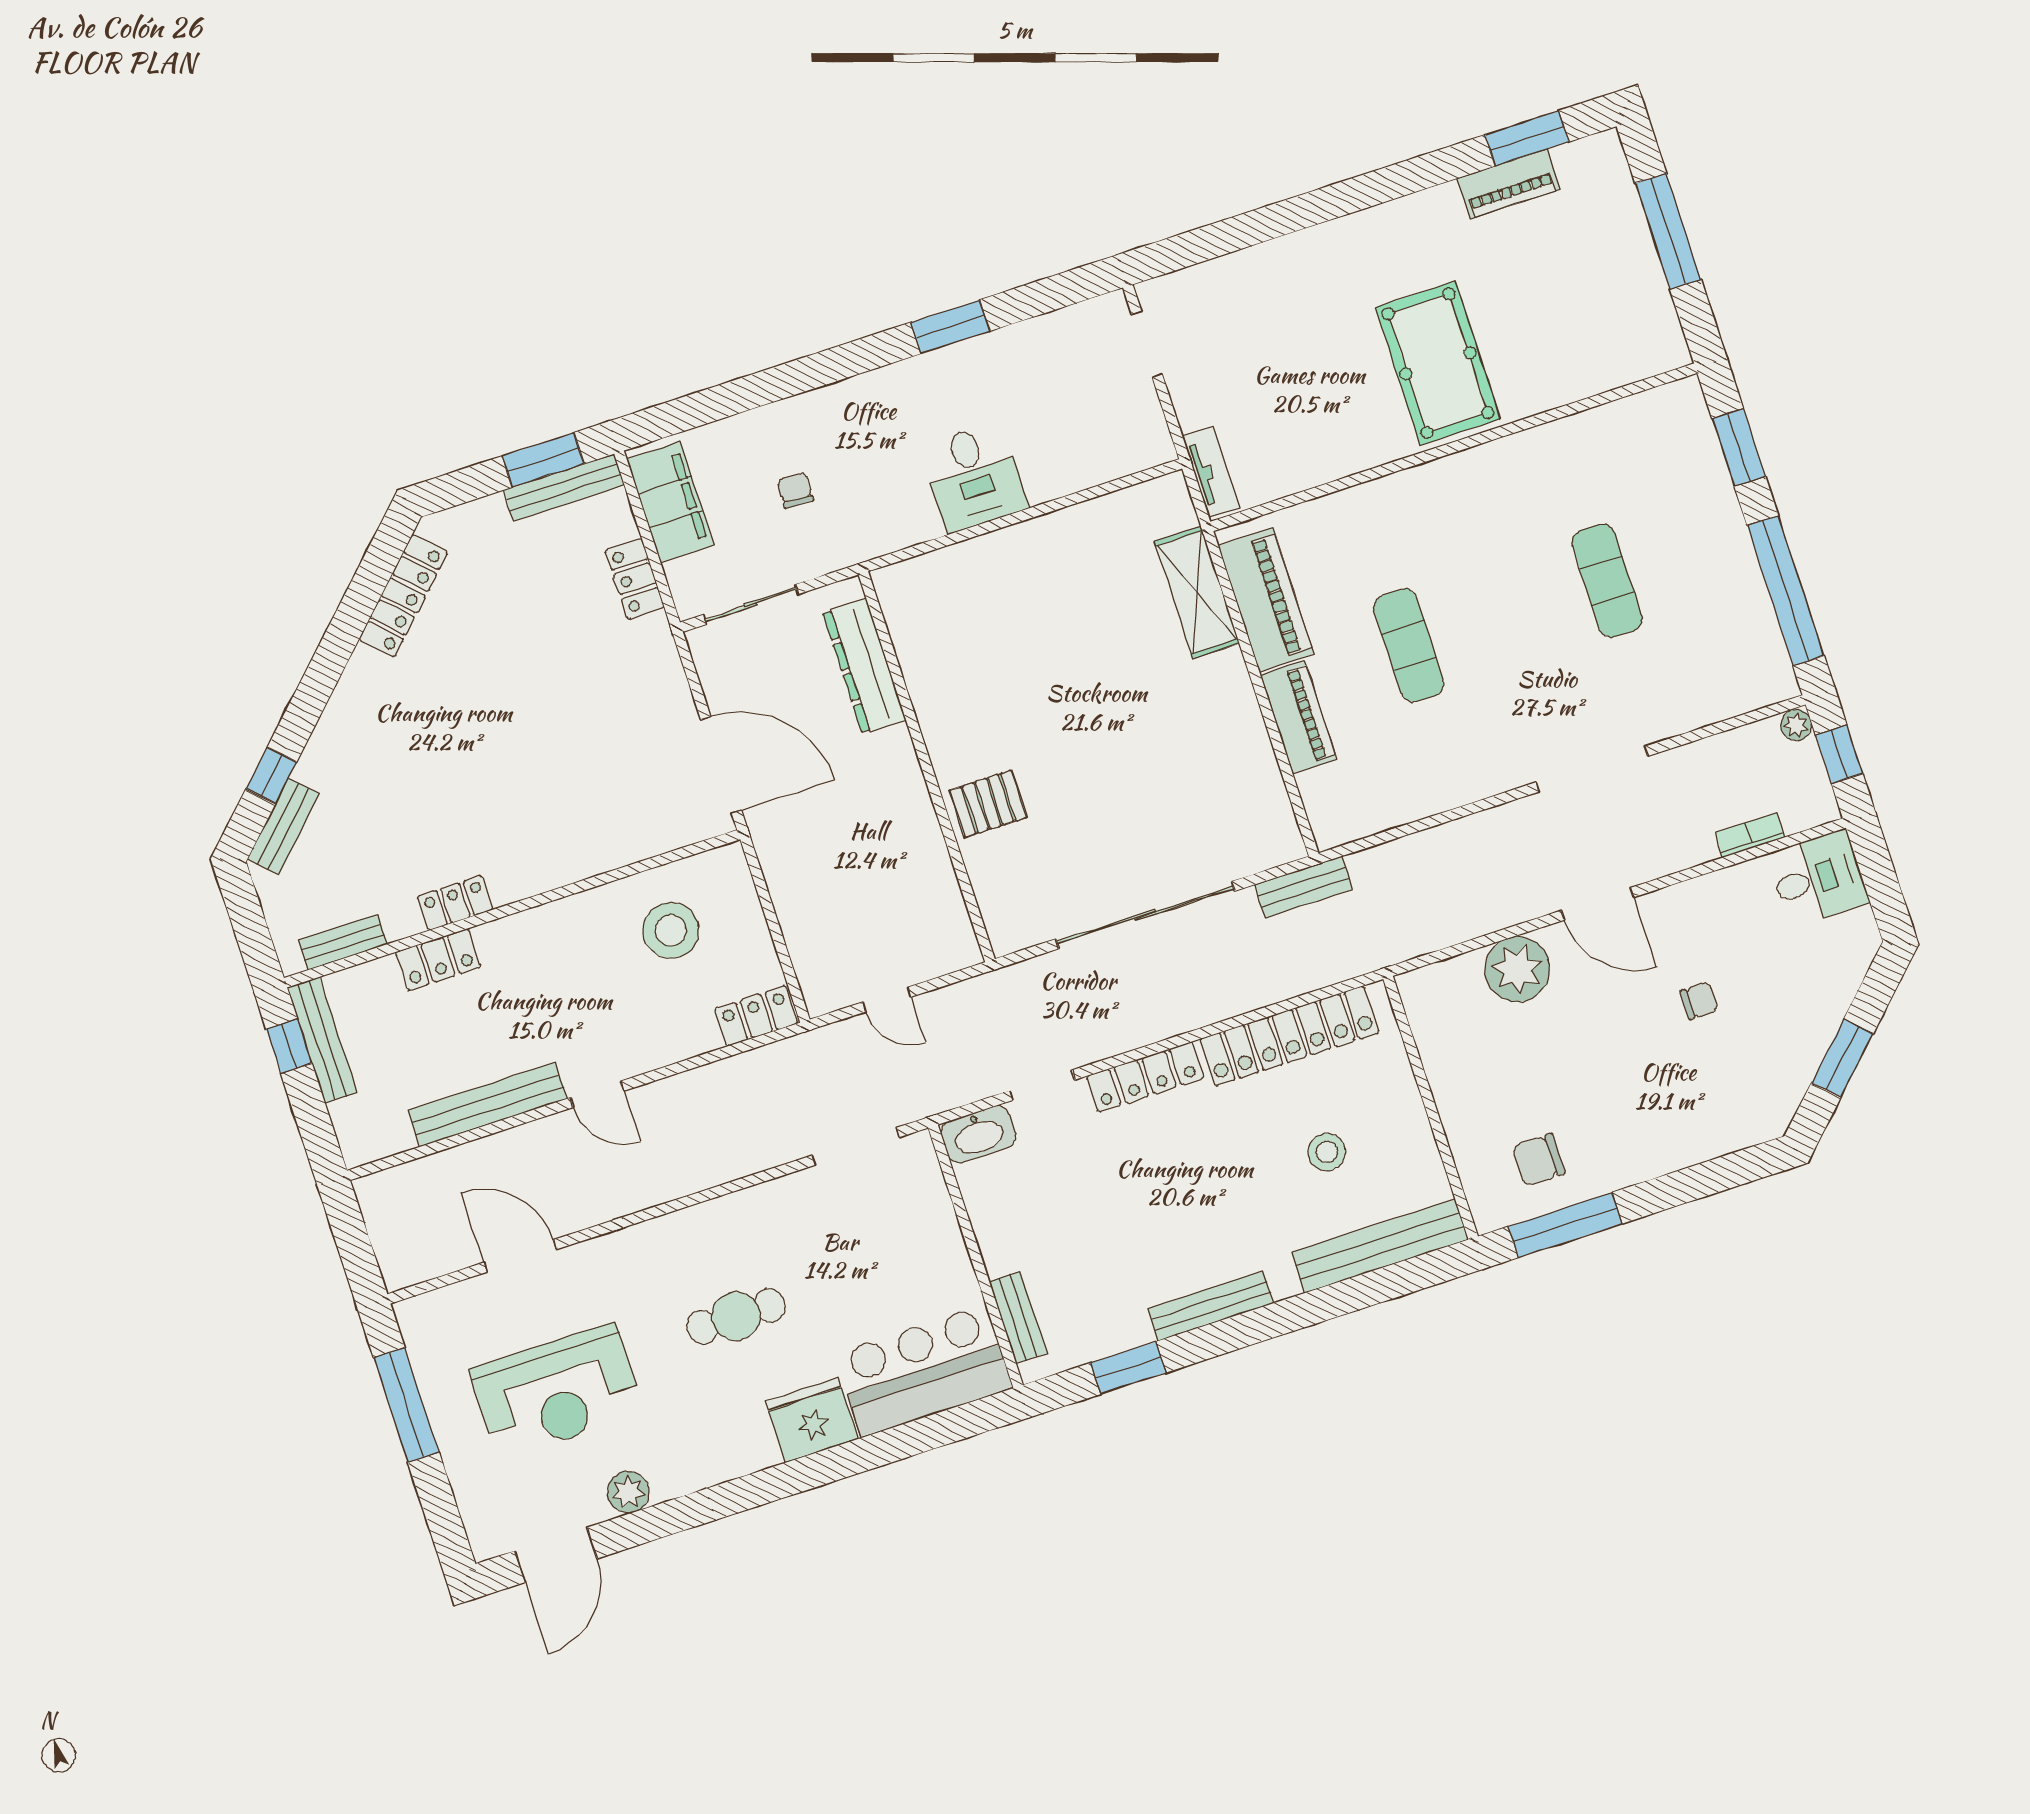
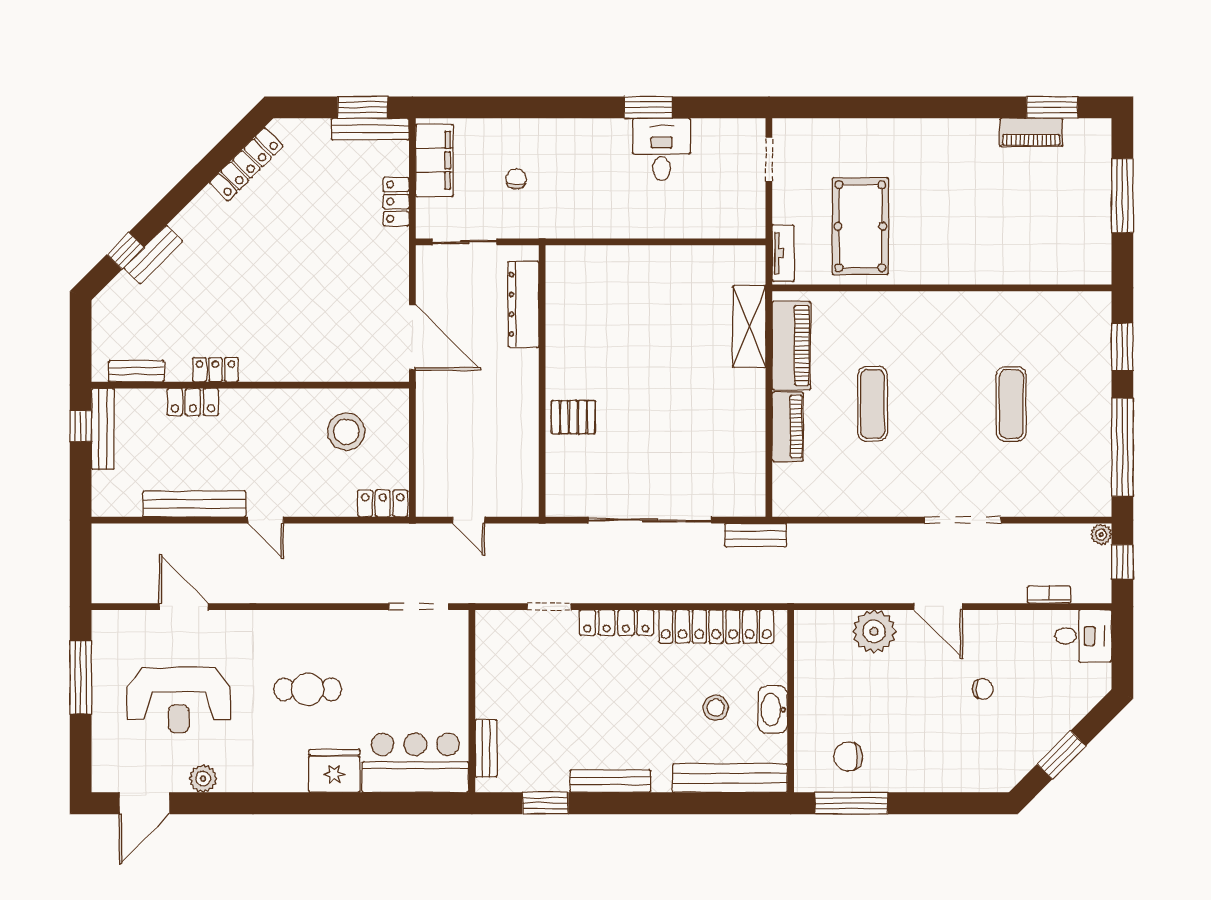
pool table: (1438, 363) -> (860, 226), moved
desk: (974, 477) -> (662, 149), moved, turned 180
bench: (283, 826) -> (153, 255), moved
washbasin: (978, 1134) -> (773, 710), moved, turned 90

